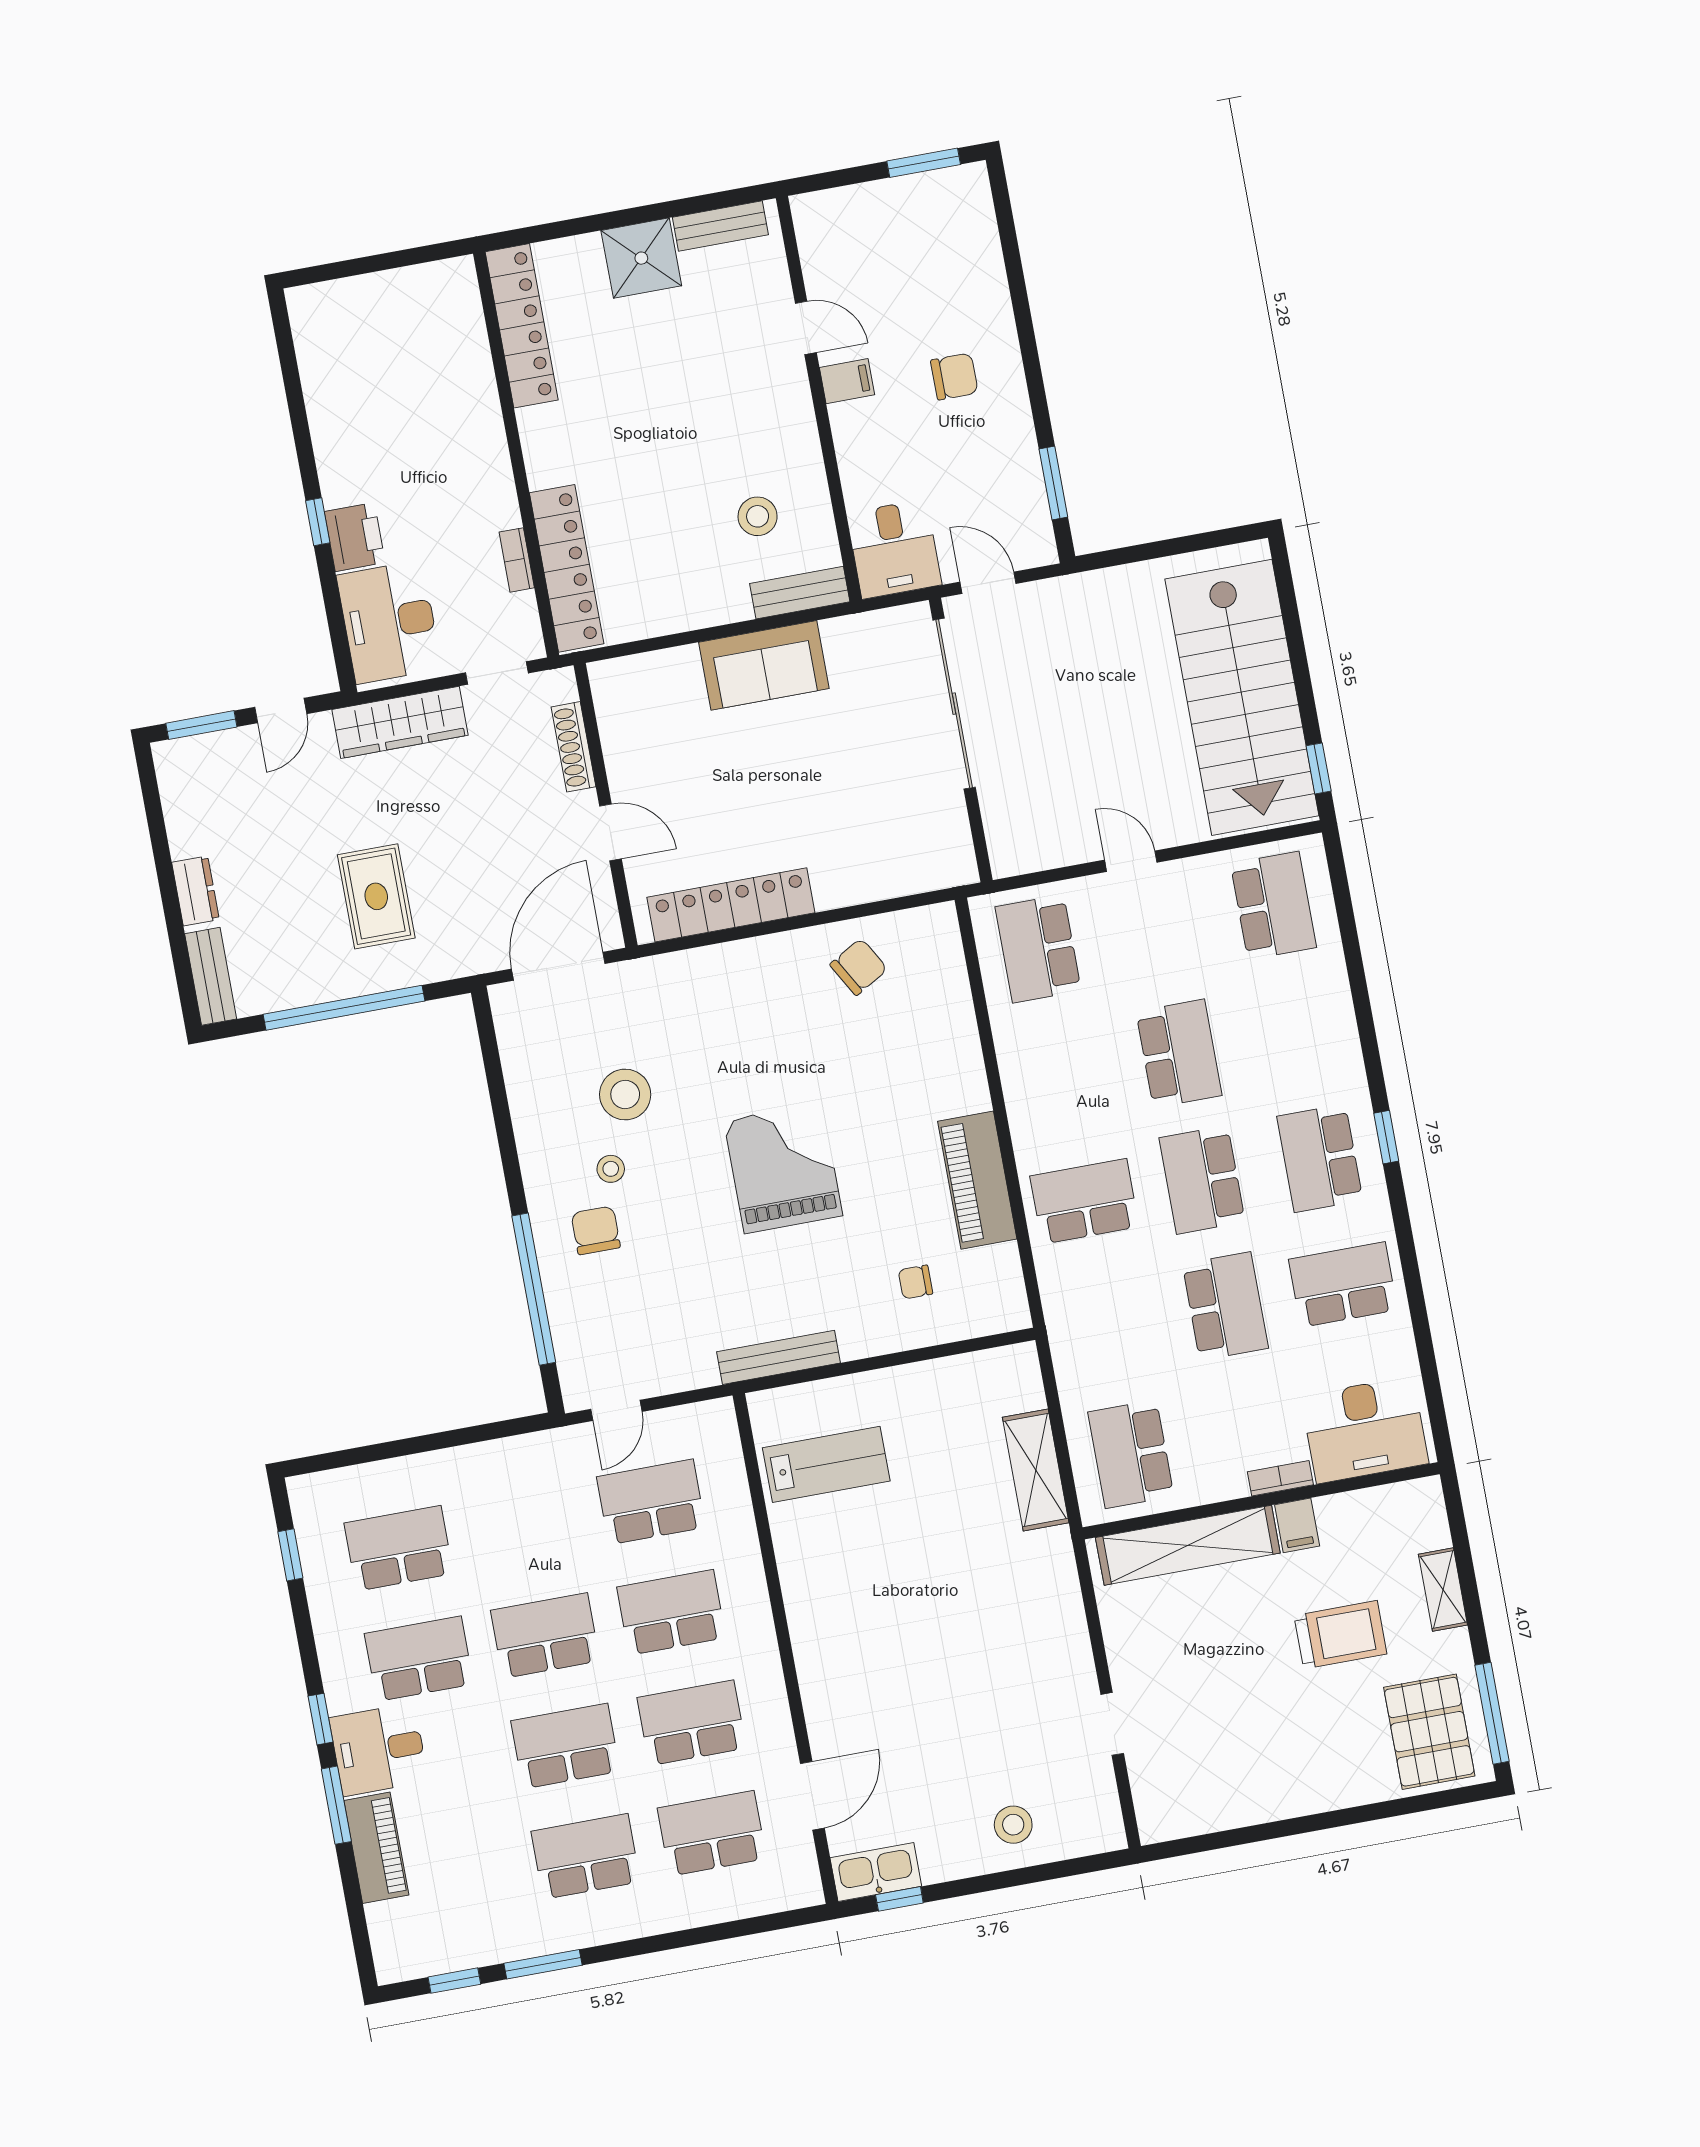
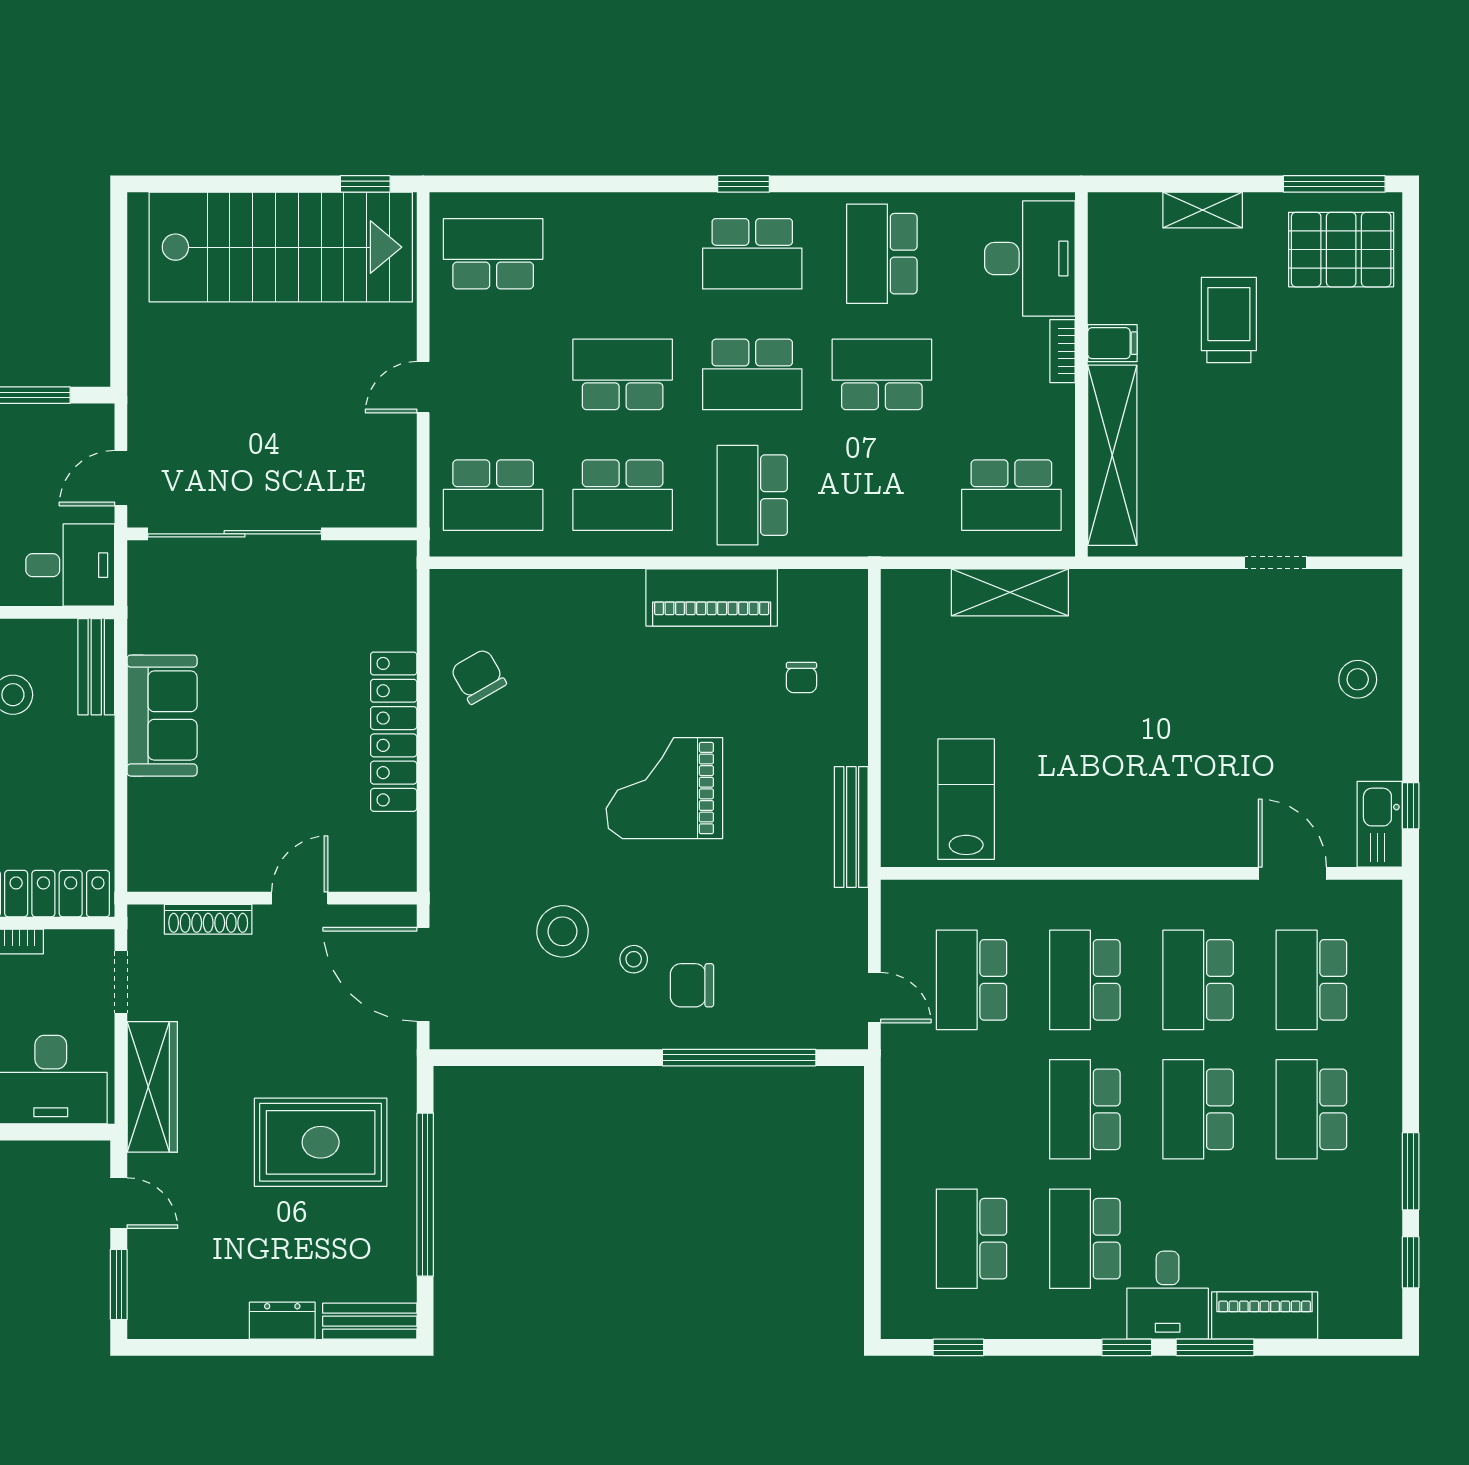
rug: (376, 896) -> (321, 1142), width x1.36, depth x1.43
locker: (731, 905) -> (394, 732), moved
school desk: (1061, 1075) -> (623, 495), added

